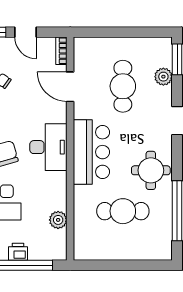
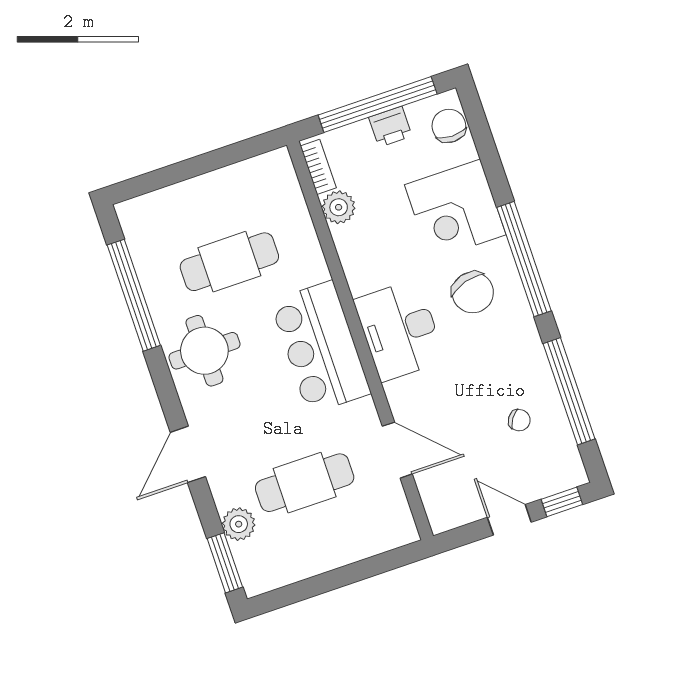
bookcase: (61, 51) -> (318, 167), moved
cafe table: (123, 86) -> (305, 483), turned 90

